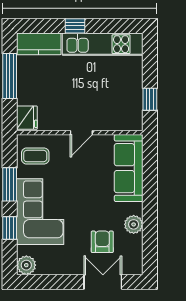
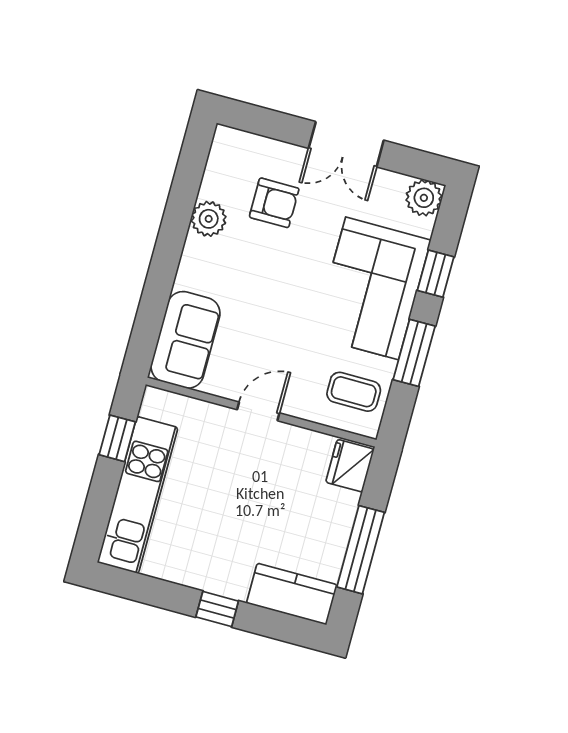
kitchen unit: (103, 44) -> (138, 495), moved, turned 90
sofa: (129, 168) -> (185, 340), width x0.73
armchair: (102, 242) -> (274, 203), turned -90
double door: (103, 282) -> (346, 144), moved

